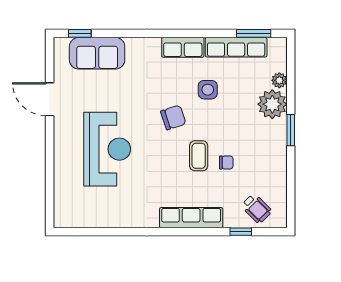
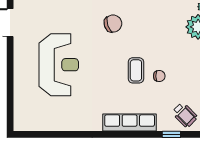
side table: (208, 90) -> (144, 15), removed
chair: (173, 117) -> (113, 24), moved

